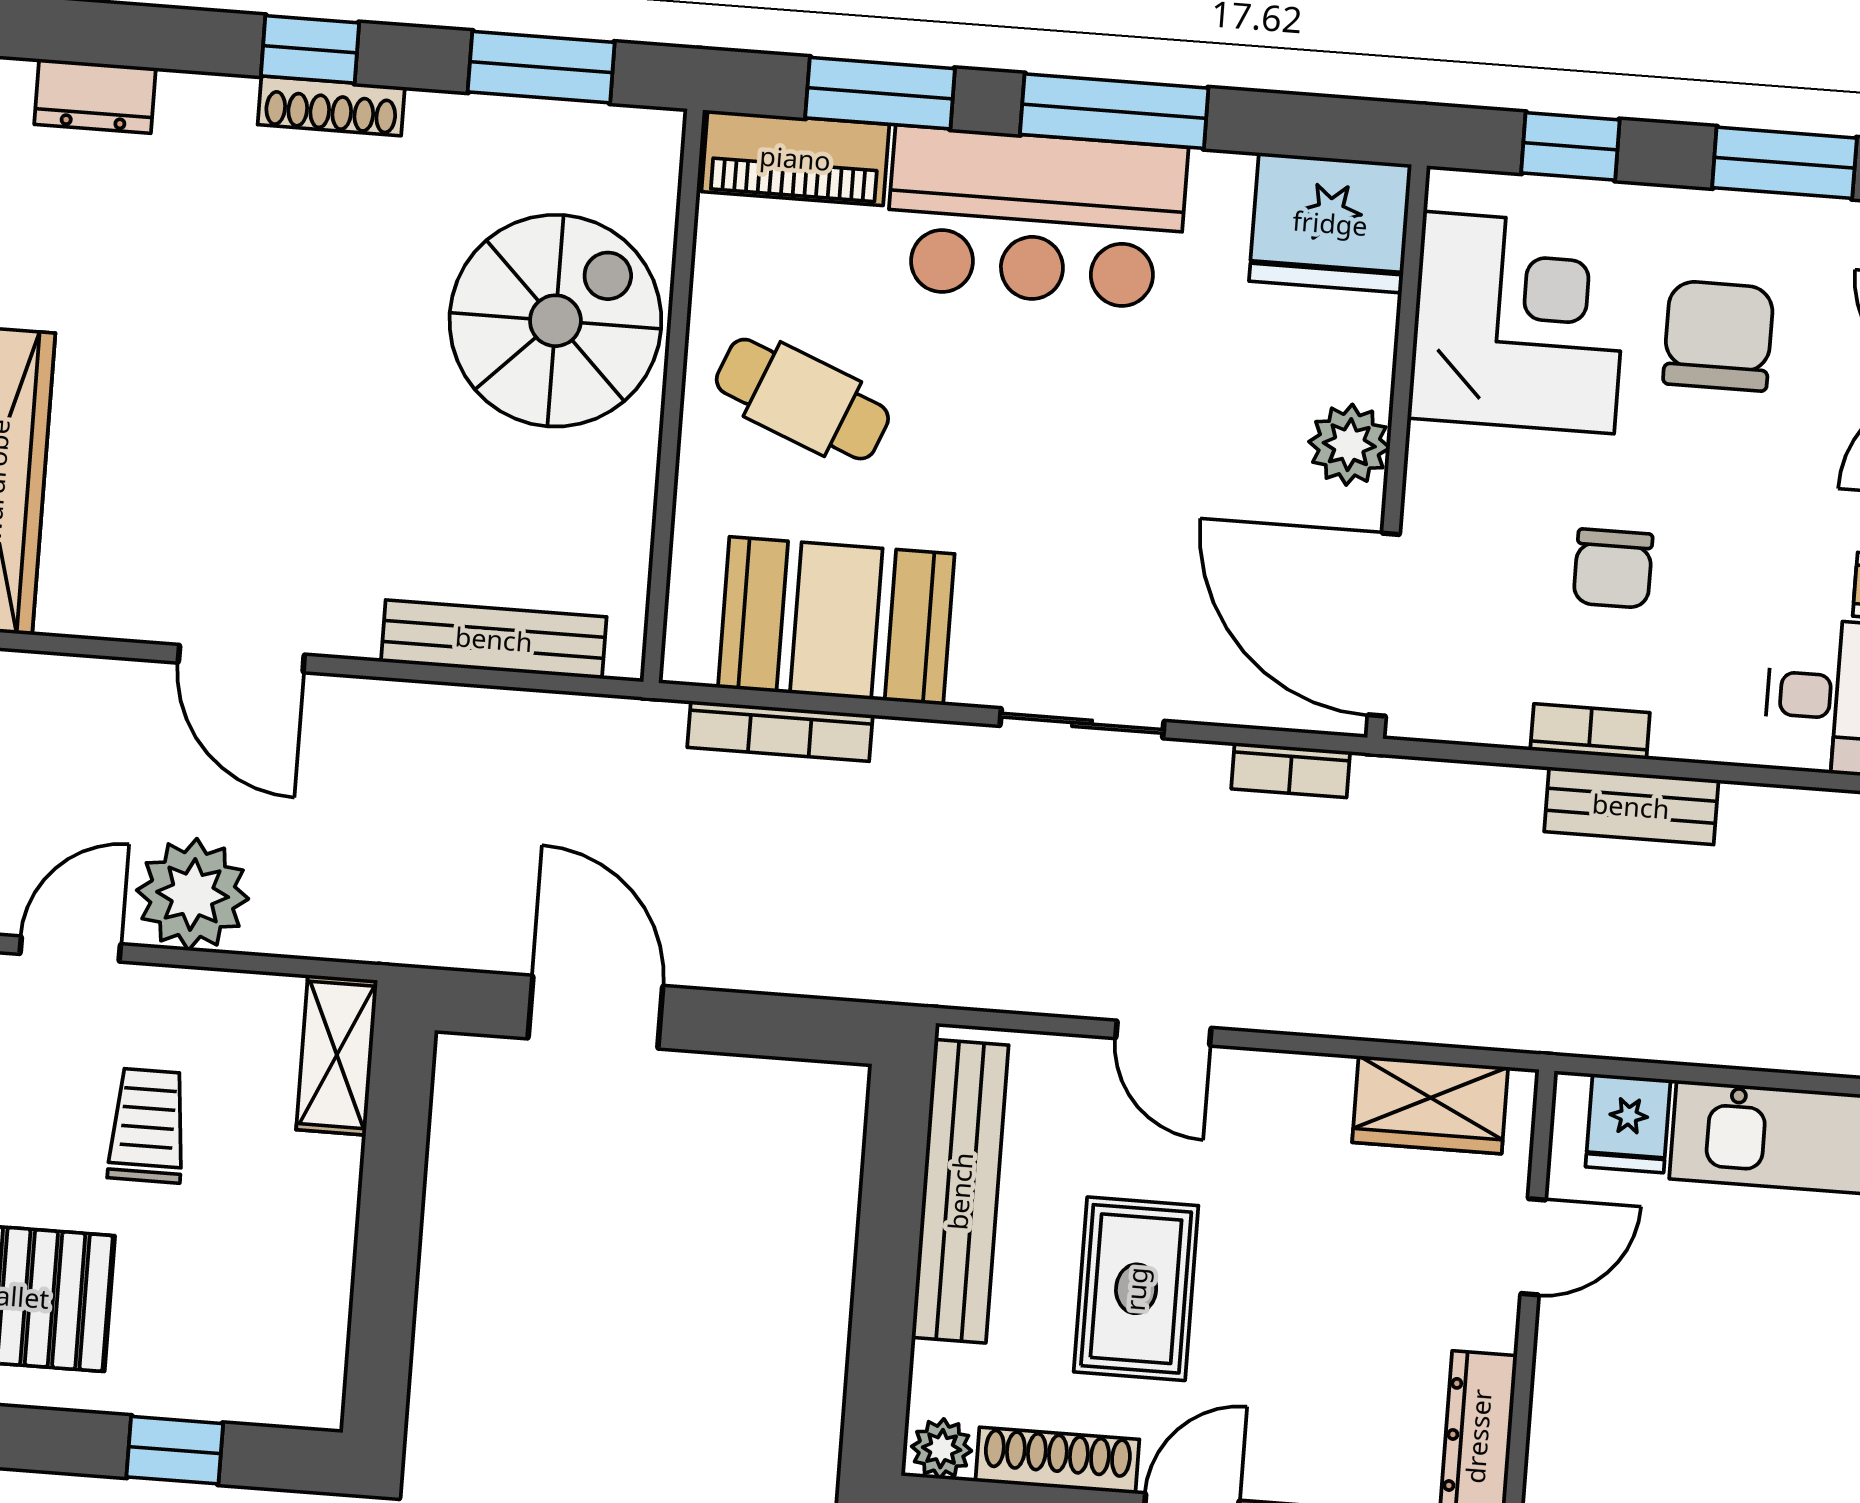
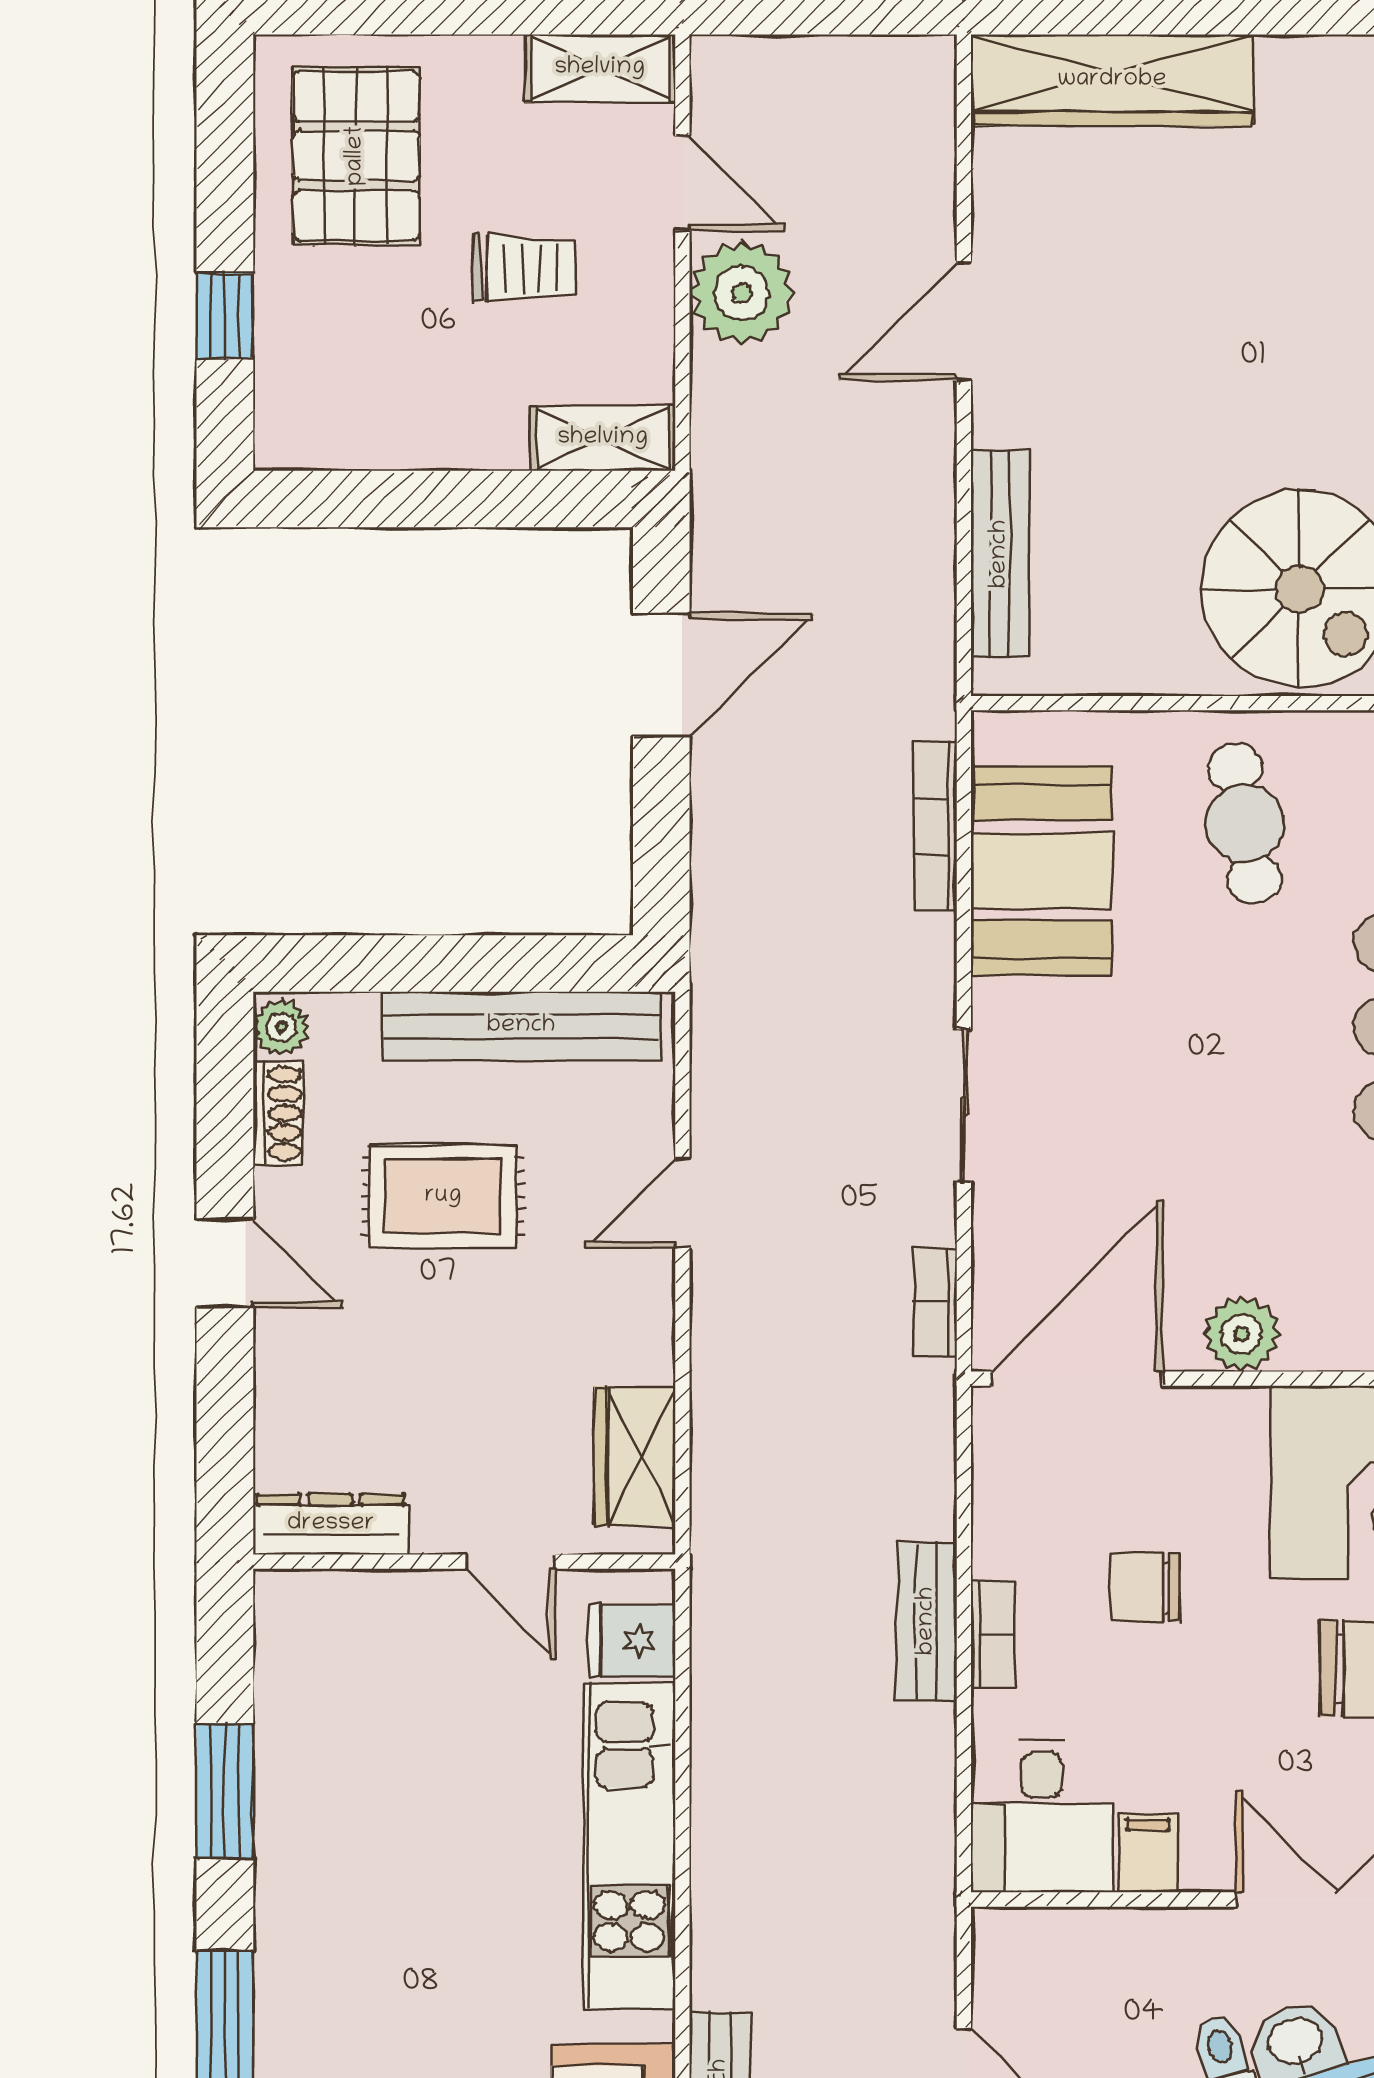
cafe table: (802, 399) -> (1245, 823), turned -32
bookcase: (1590, 731) -> (993, 1635), moved
shoe rack: (1057, 1460) -> (278, 1113), width x0.70

